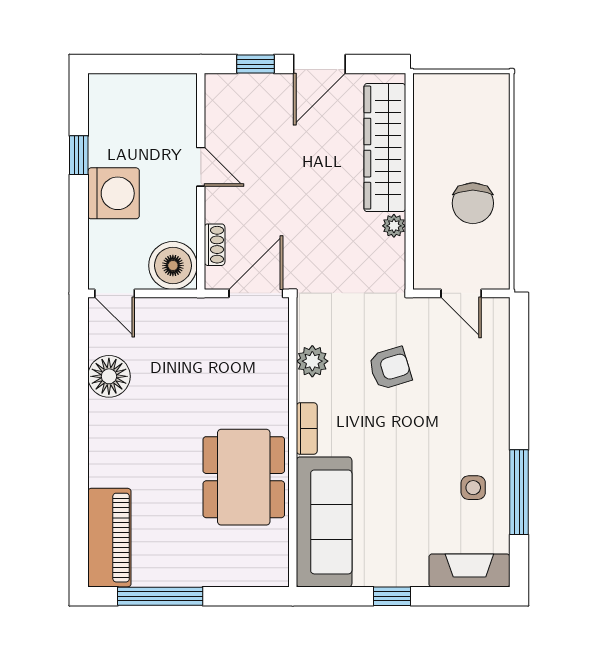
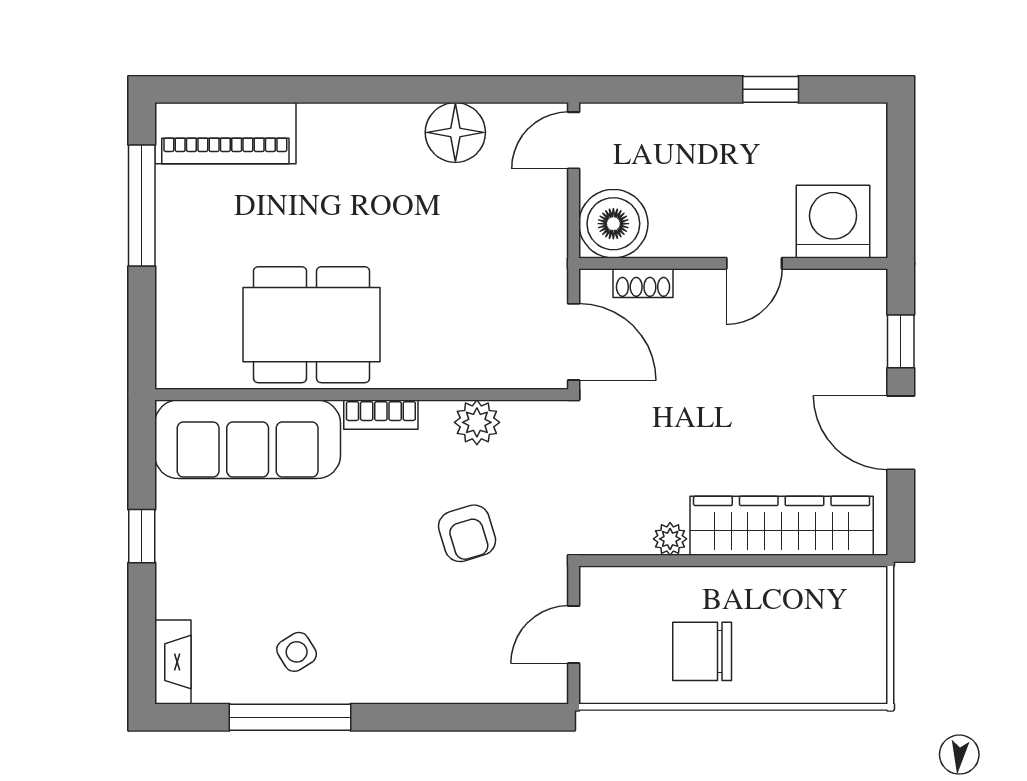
washing machine: (114, 193) -> (833, 222), moved, turned 180
side table: (473, 488) -> (297, 652), turned -32
fireplace: (469, 570) -> (173, 662), width x0.73, depth x0.76

